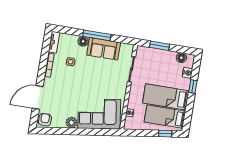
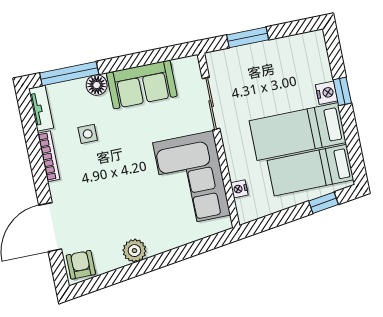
window: (97, 35) -> (69, 74), moved
floor lamp: (181, 58) -> (299, 44), removed
nightstand: (187, 73) -> (327, 93), moved
corner sofa: (99, 114) -> (192, 179), moved, turned -82

